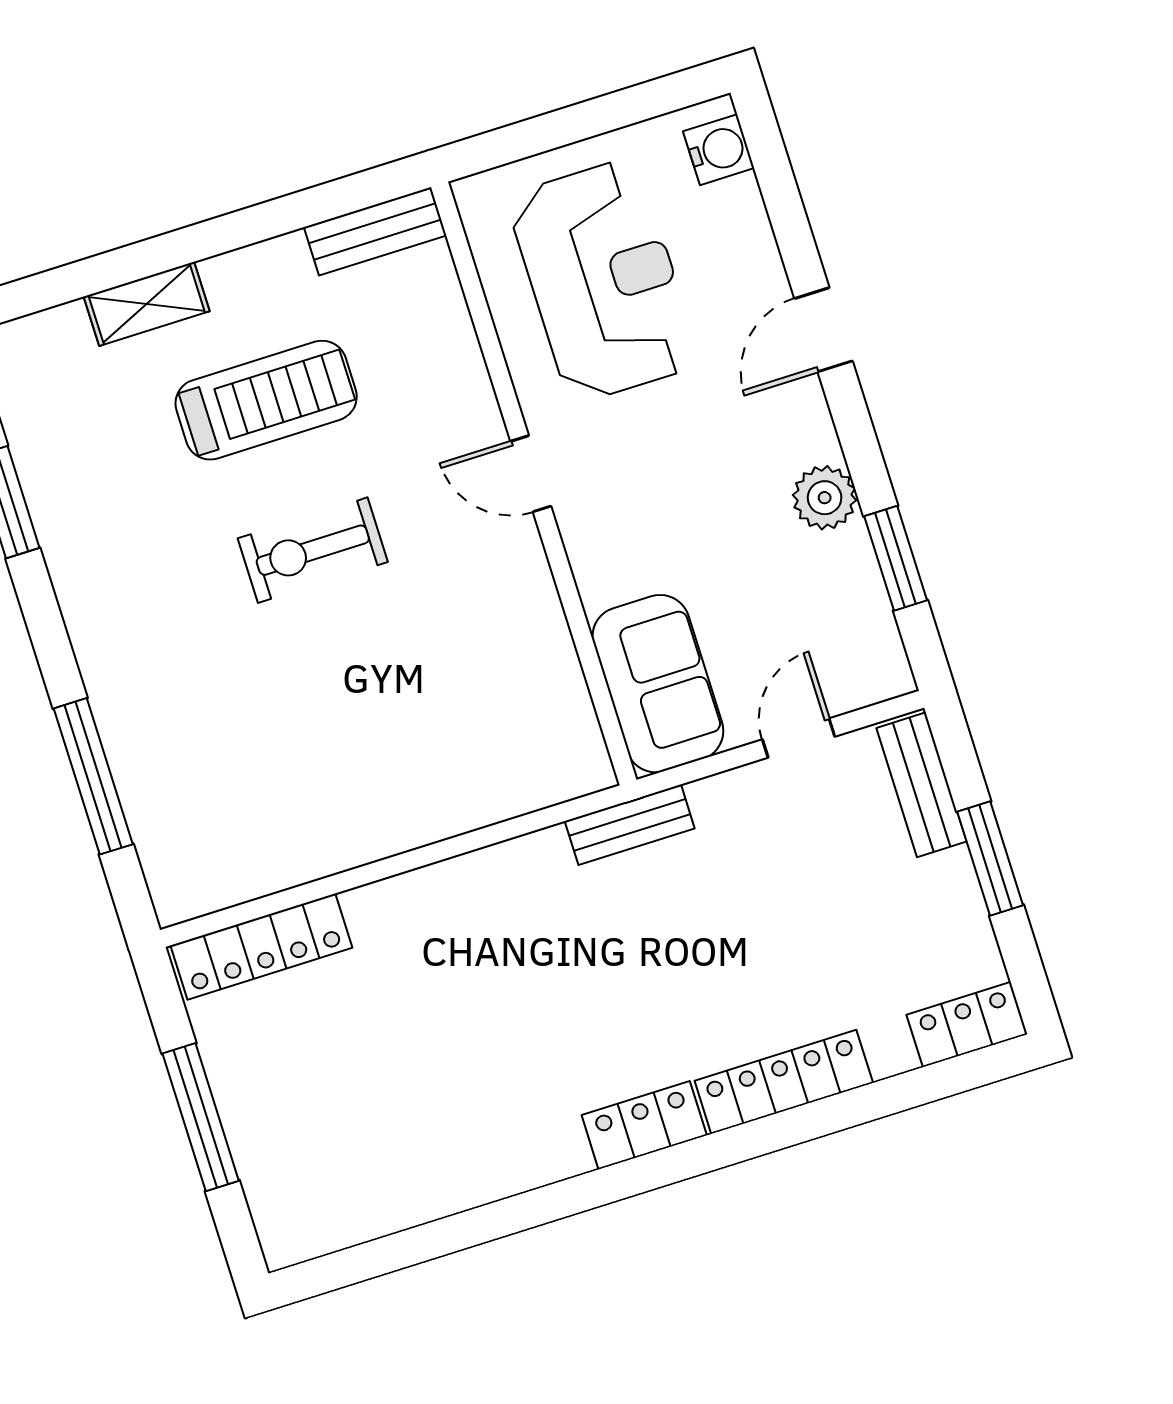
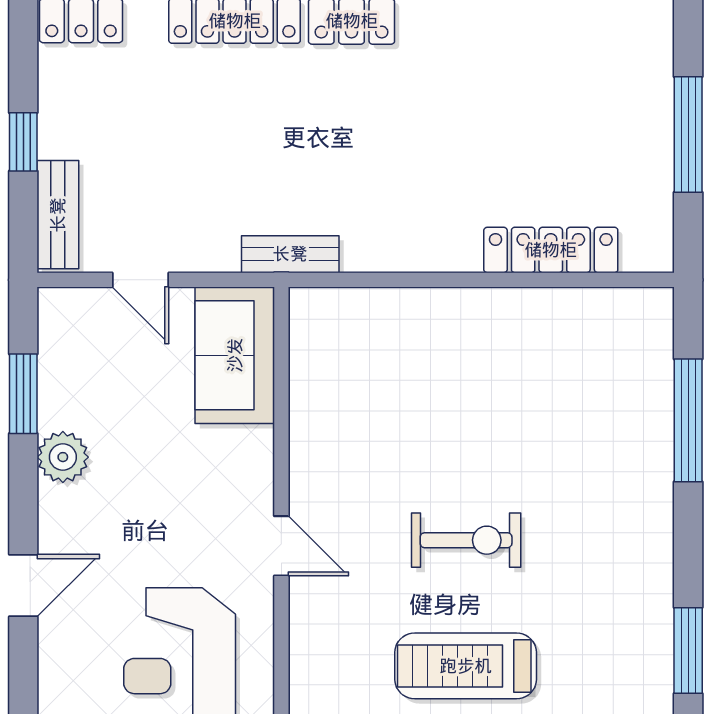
door: (799, 738) -> (140, 280), hinge flipped
window: (990, 858) -> (23, 142), width x0.67
locker: (261, 947) -> (551, 250), moved

